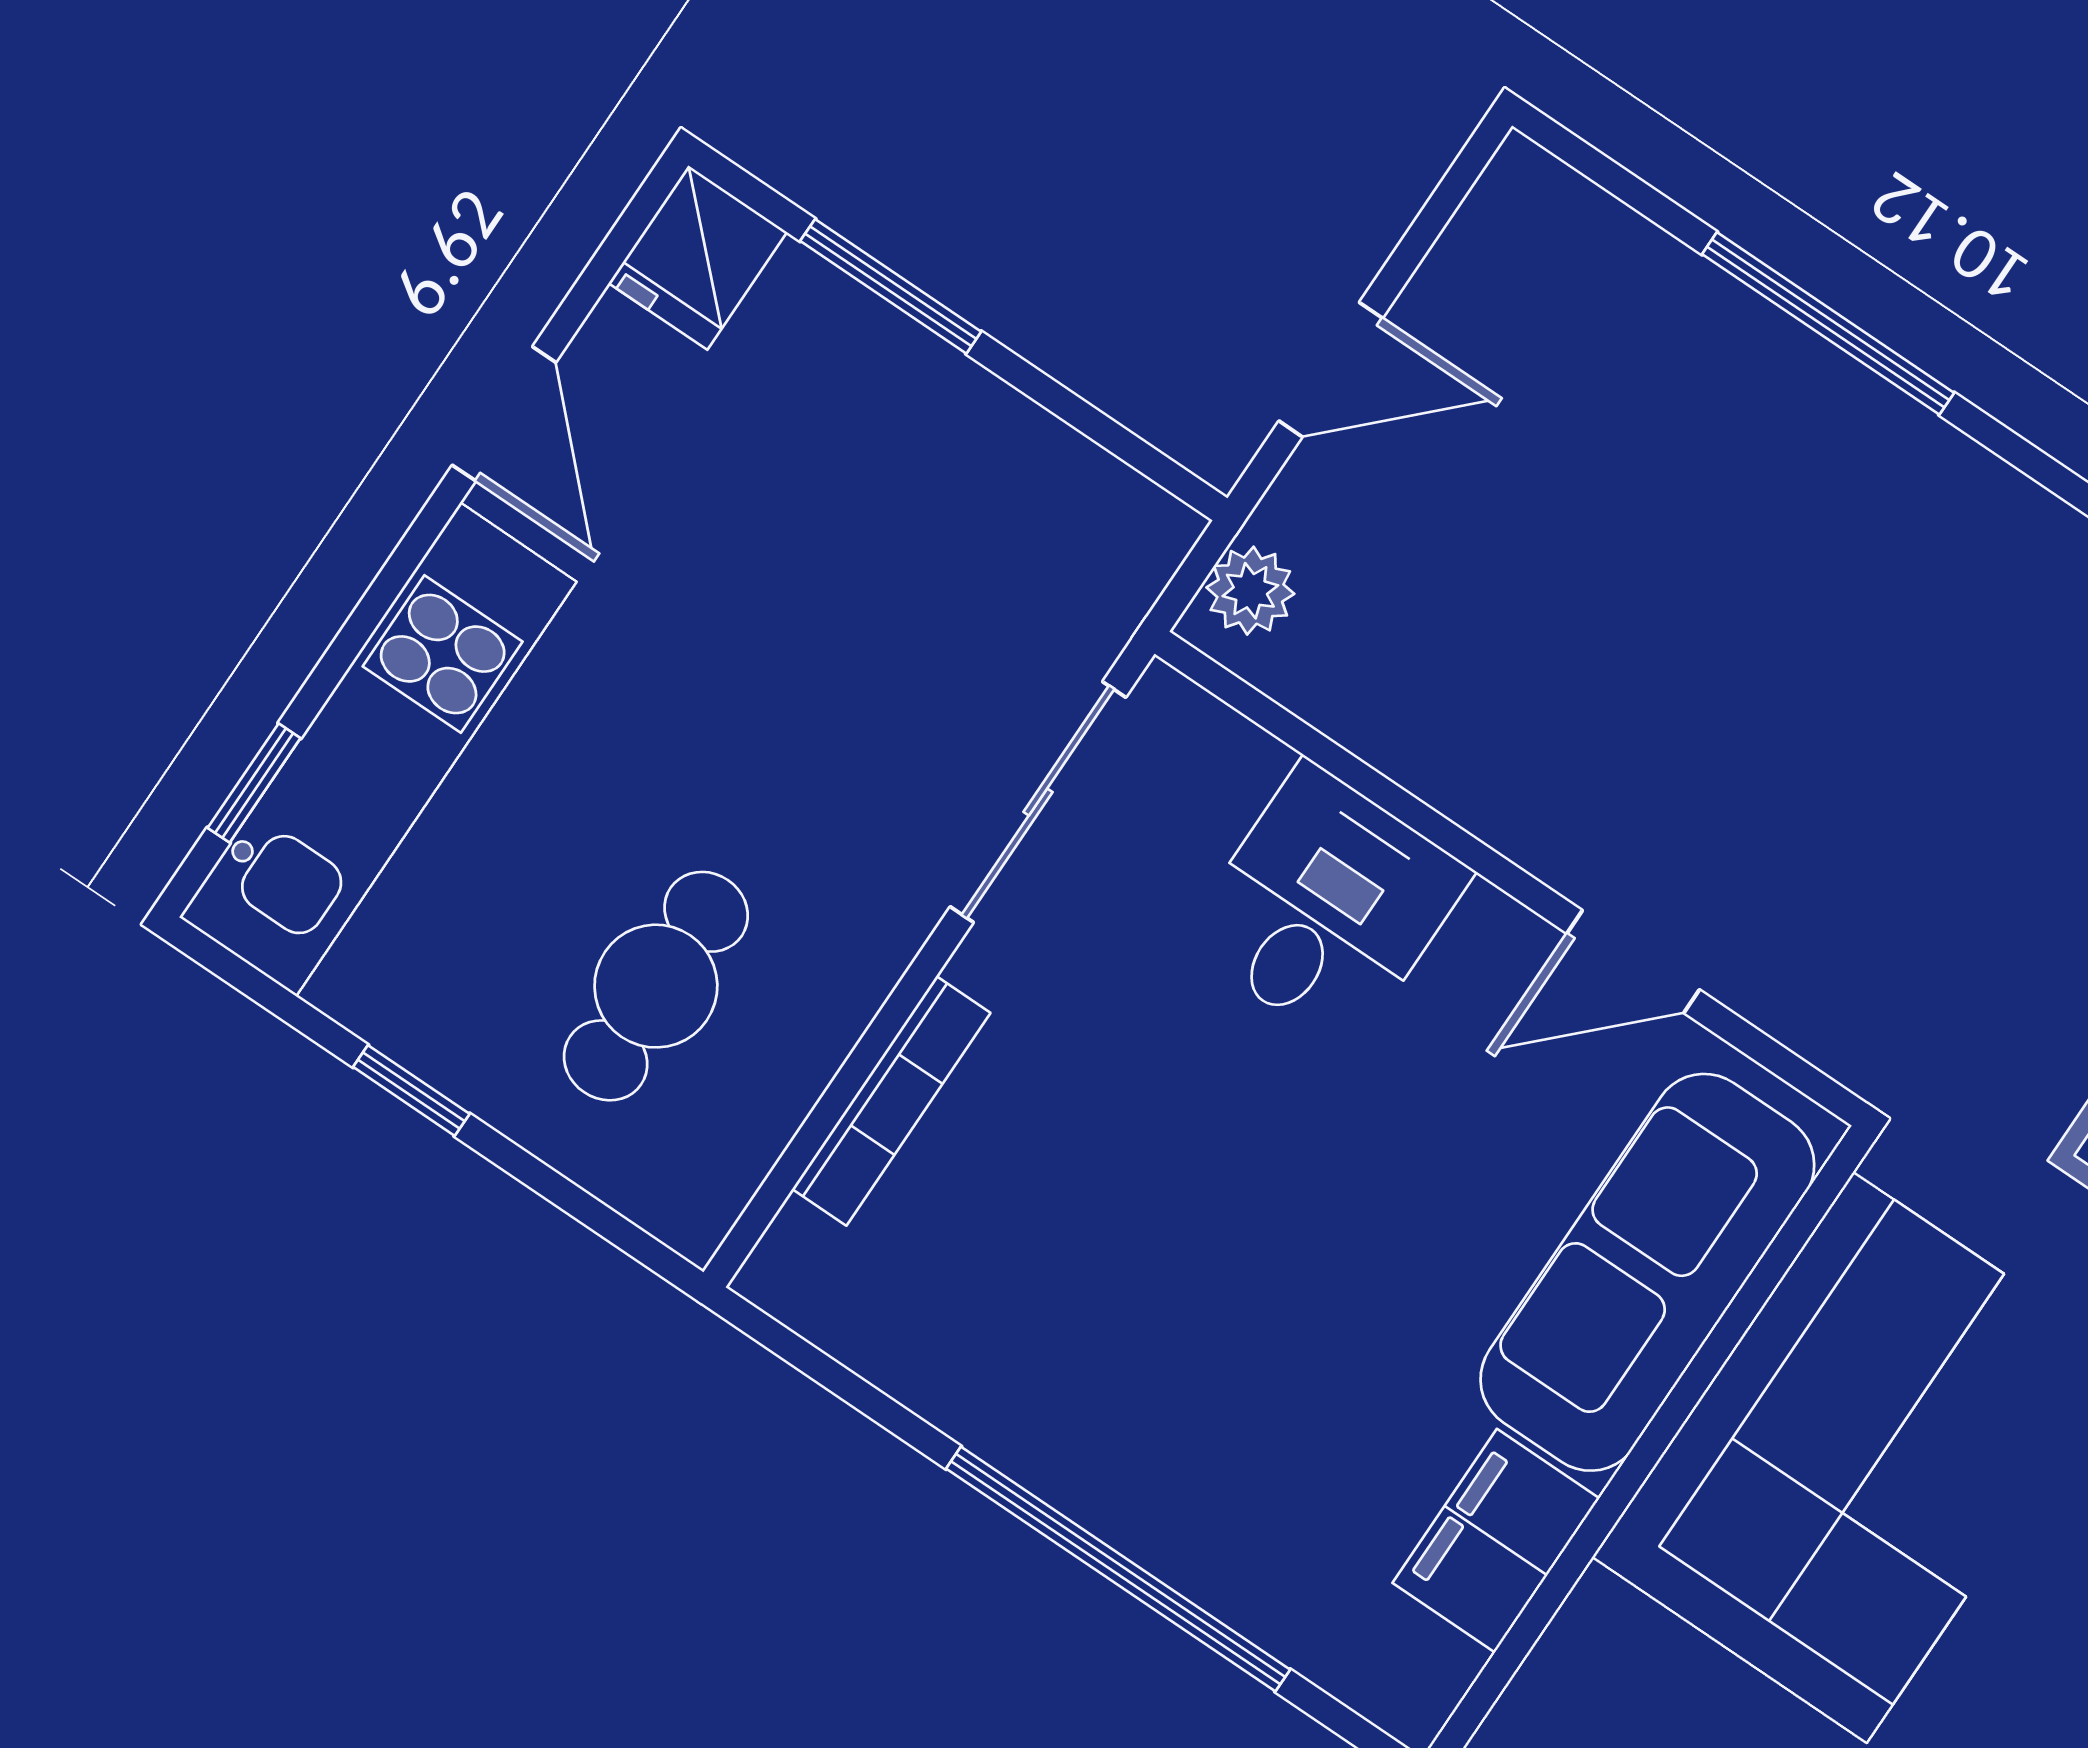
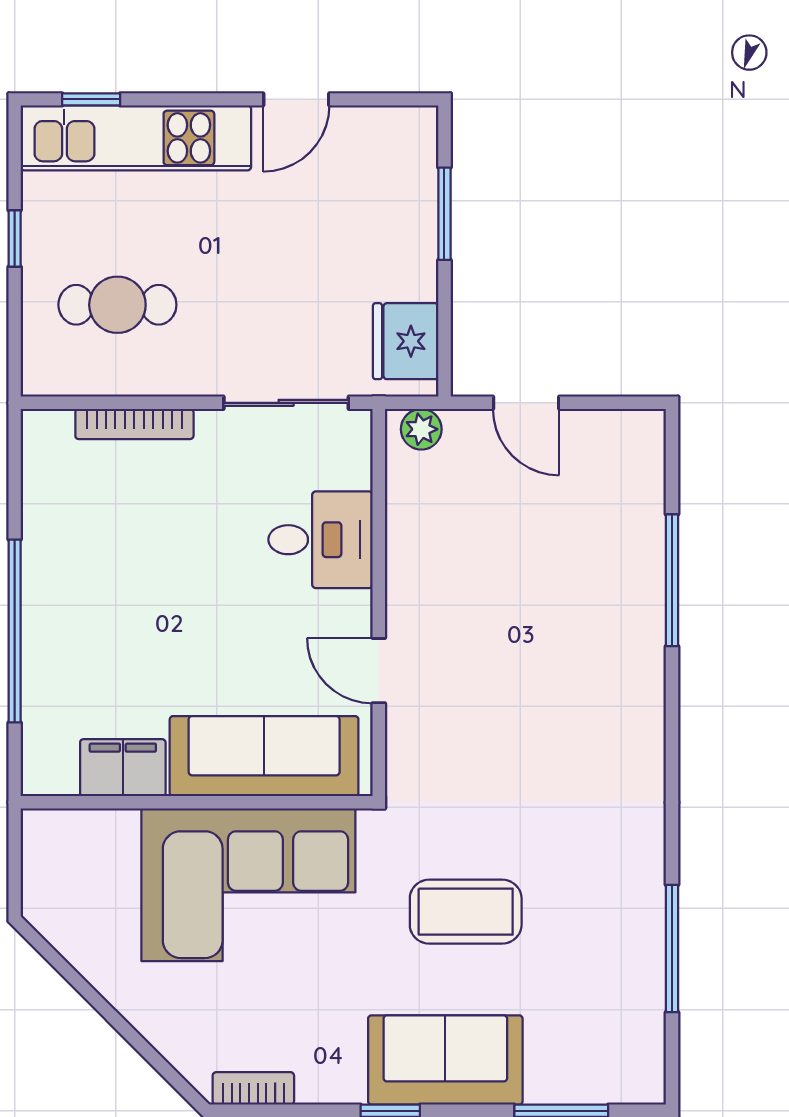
fridge: (698, 258) -> (406, 341), moved, width x1.38

